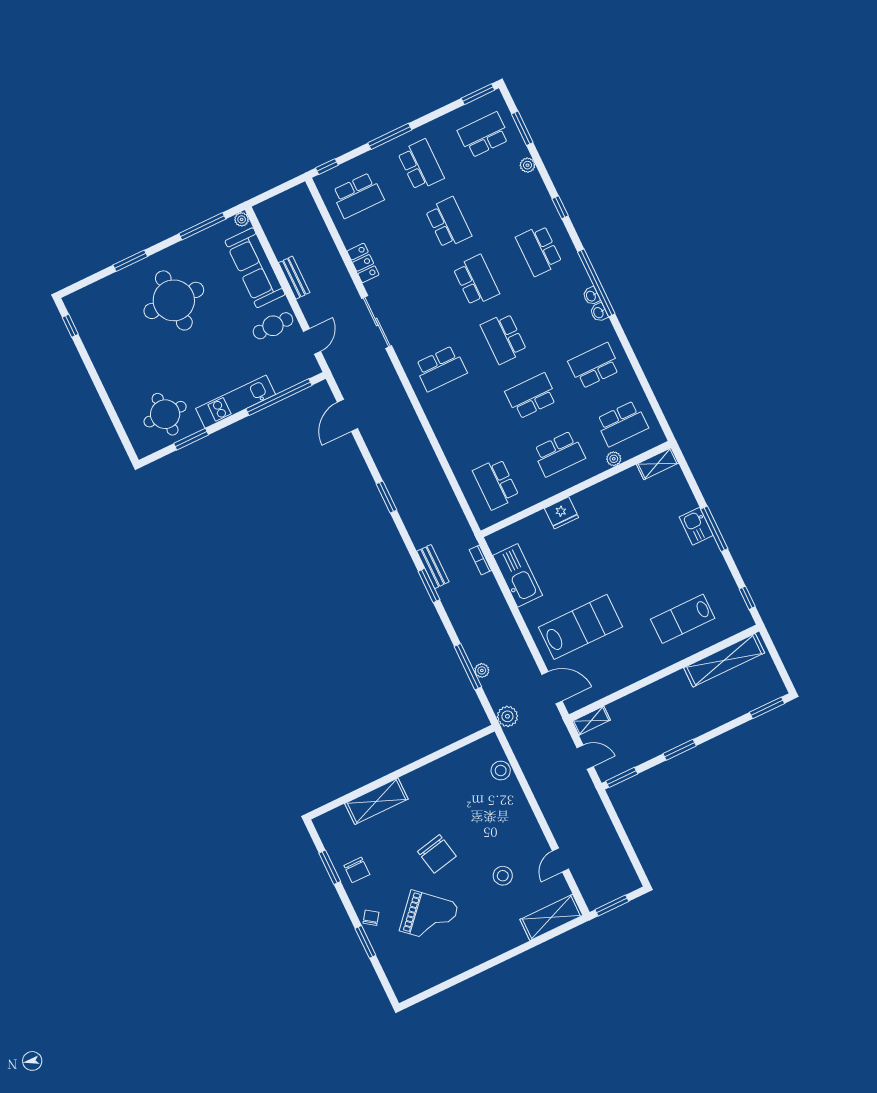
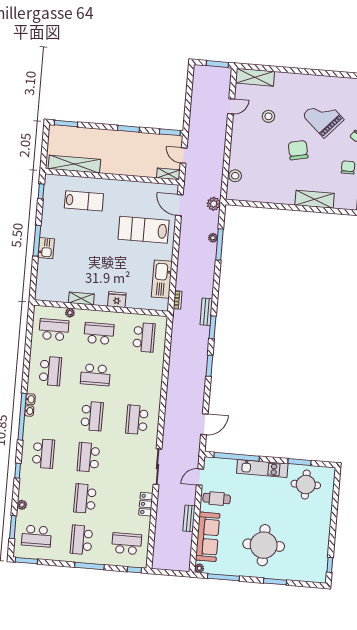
school desk: (594, 366) -> (50, 371), turned -90
school desk: (441, 368) -> (137, 420), turned -90
shelving: (658, 464) -> (81, 298), moved
window: (429, 585) -> (213, 327), moved

